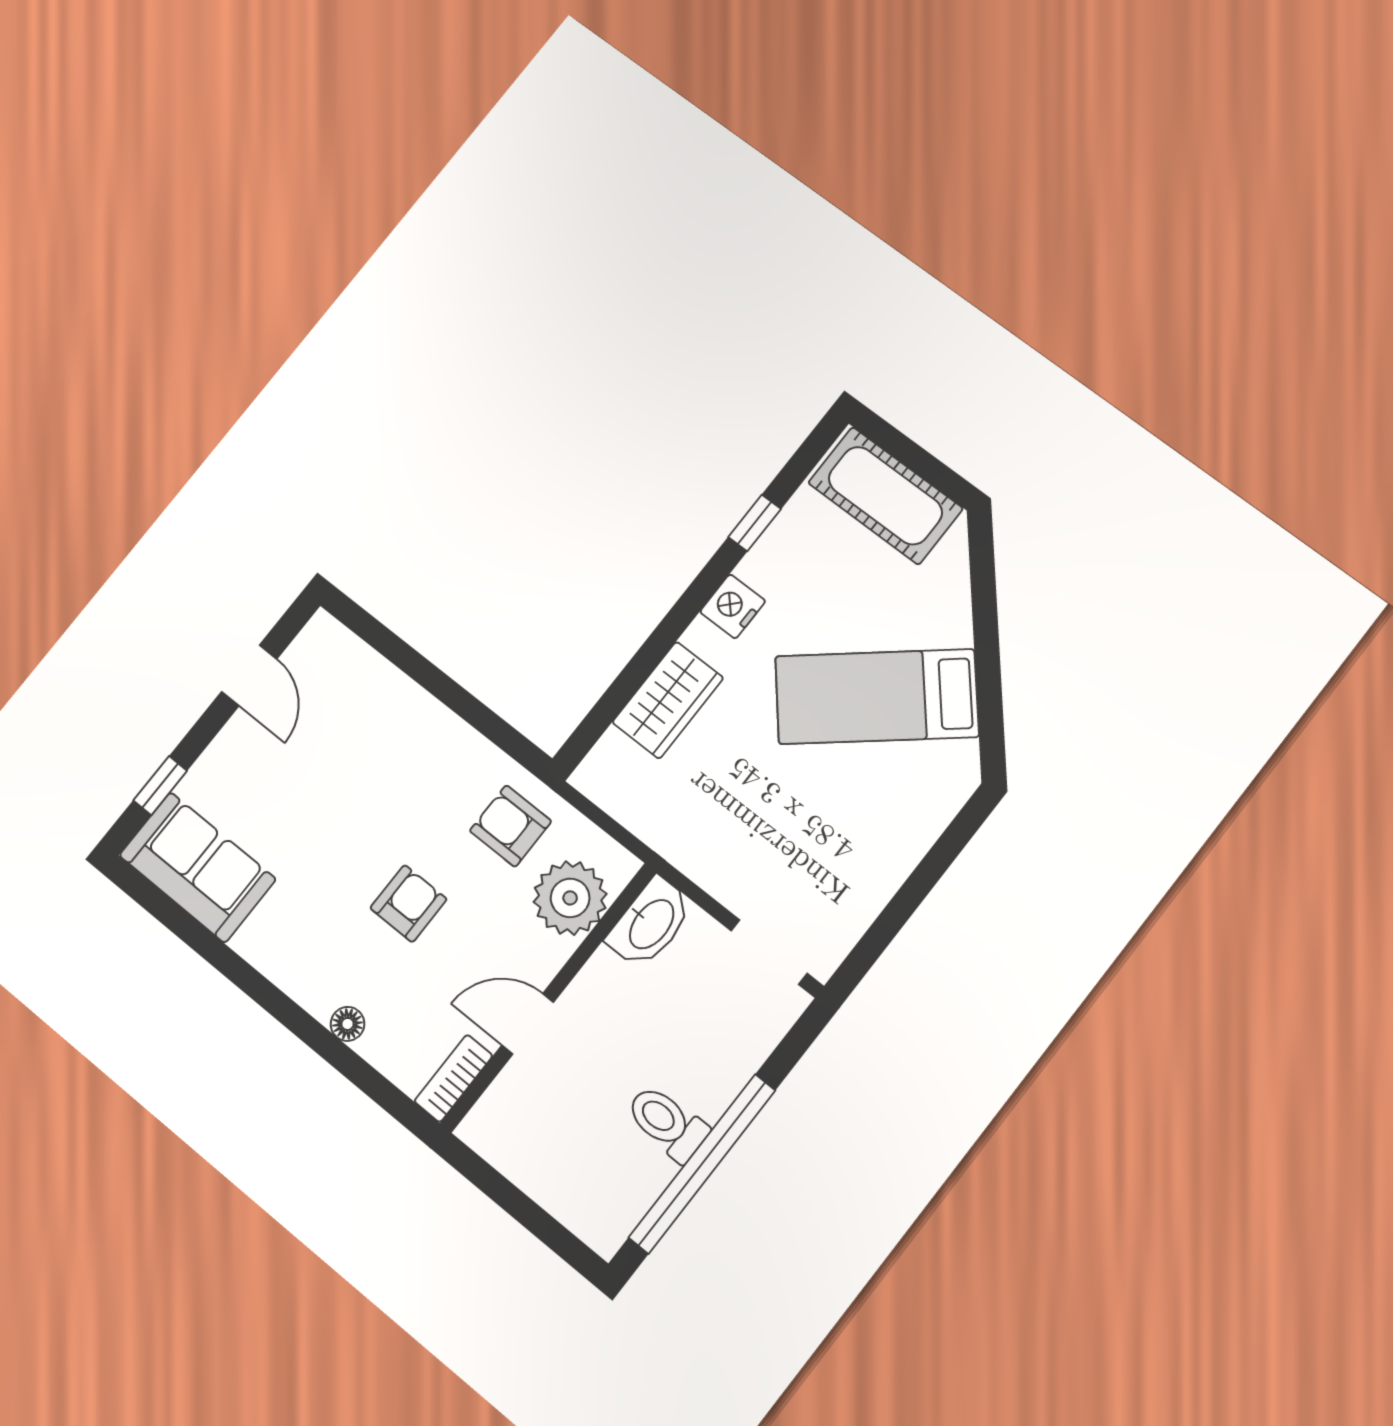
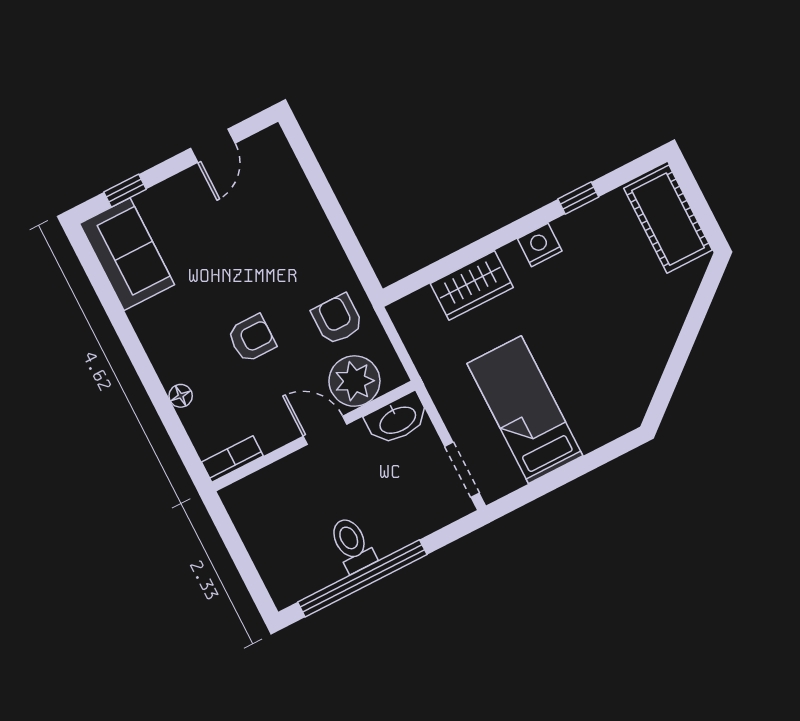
bed: (877, 697) -> (525, 410), moved, turned 40
door: (528, 1024) -> (325, 430), moved

